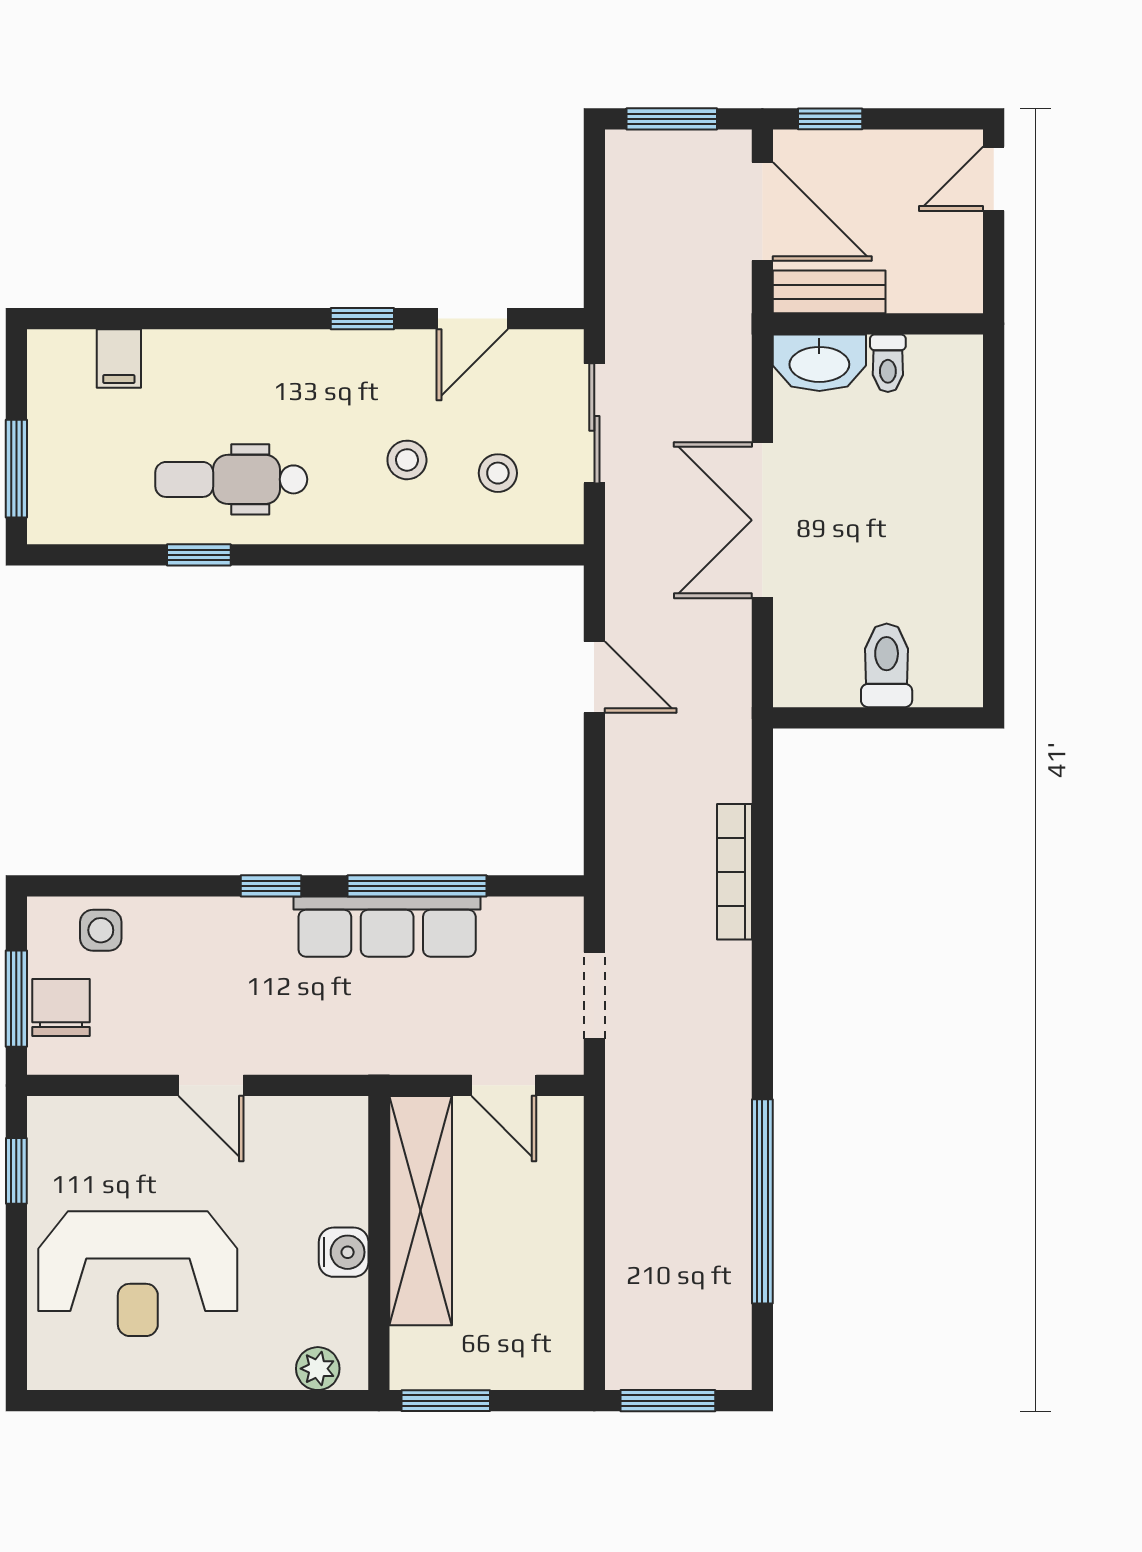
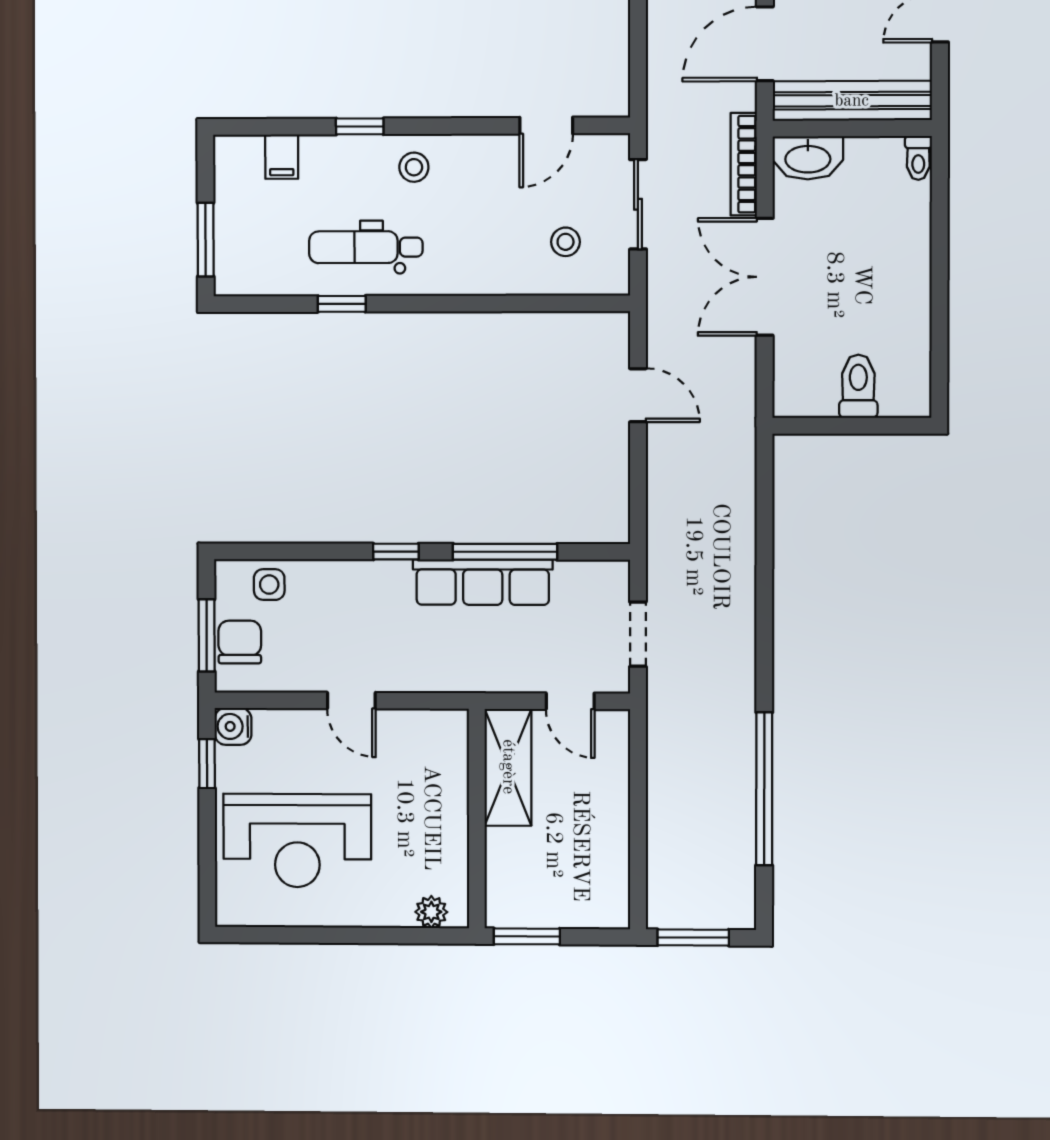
door: (762, 212) -> (765, 44), swing flipped
bench: (829, 292) -> (852, 101), width x1.86, depth x1.21
window: (362, 319) -> (360, 126), moved
toilet: (888, 363) -> (918, 158), moved
stool: (407, 460) -> (414, 167), moved
bookcase: (734, 872) -> (744, 164), moved
shelving: (421, 1211) -> (508, 767), width x0.68
water cooler: (344, 1252) -> (233, 726), moved, turned 180

